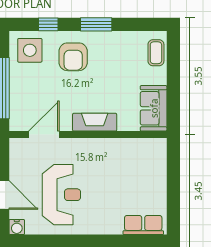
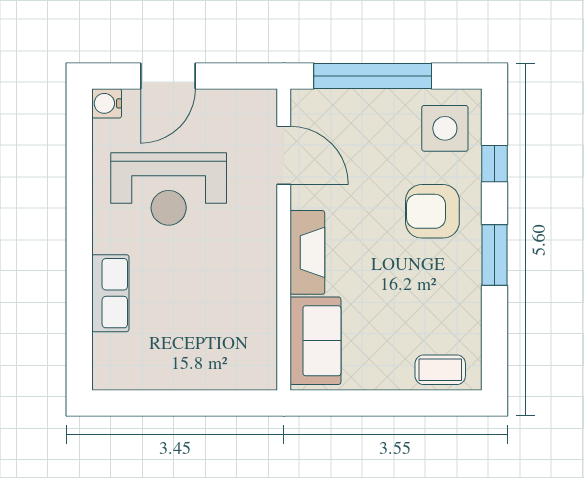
sofa: (154, 108) -> (315, 341), moved, turned 90
row of seats: (143, 225) -> (110, 293), moved

